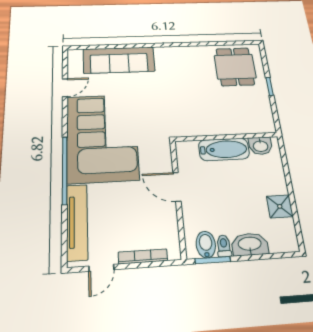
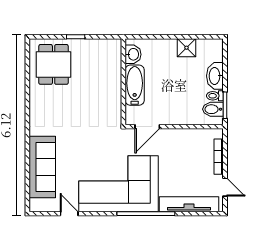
dining table: (235, 67) -> (54, 64), turned 90
door: (177, 187) -> (147, 127), moved

